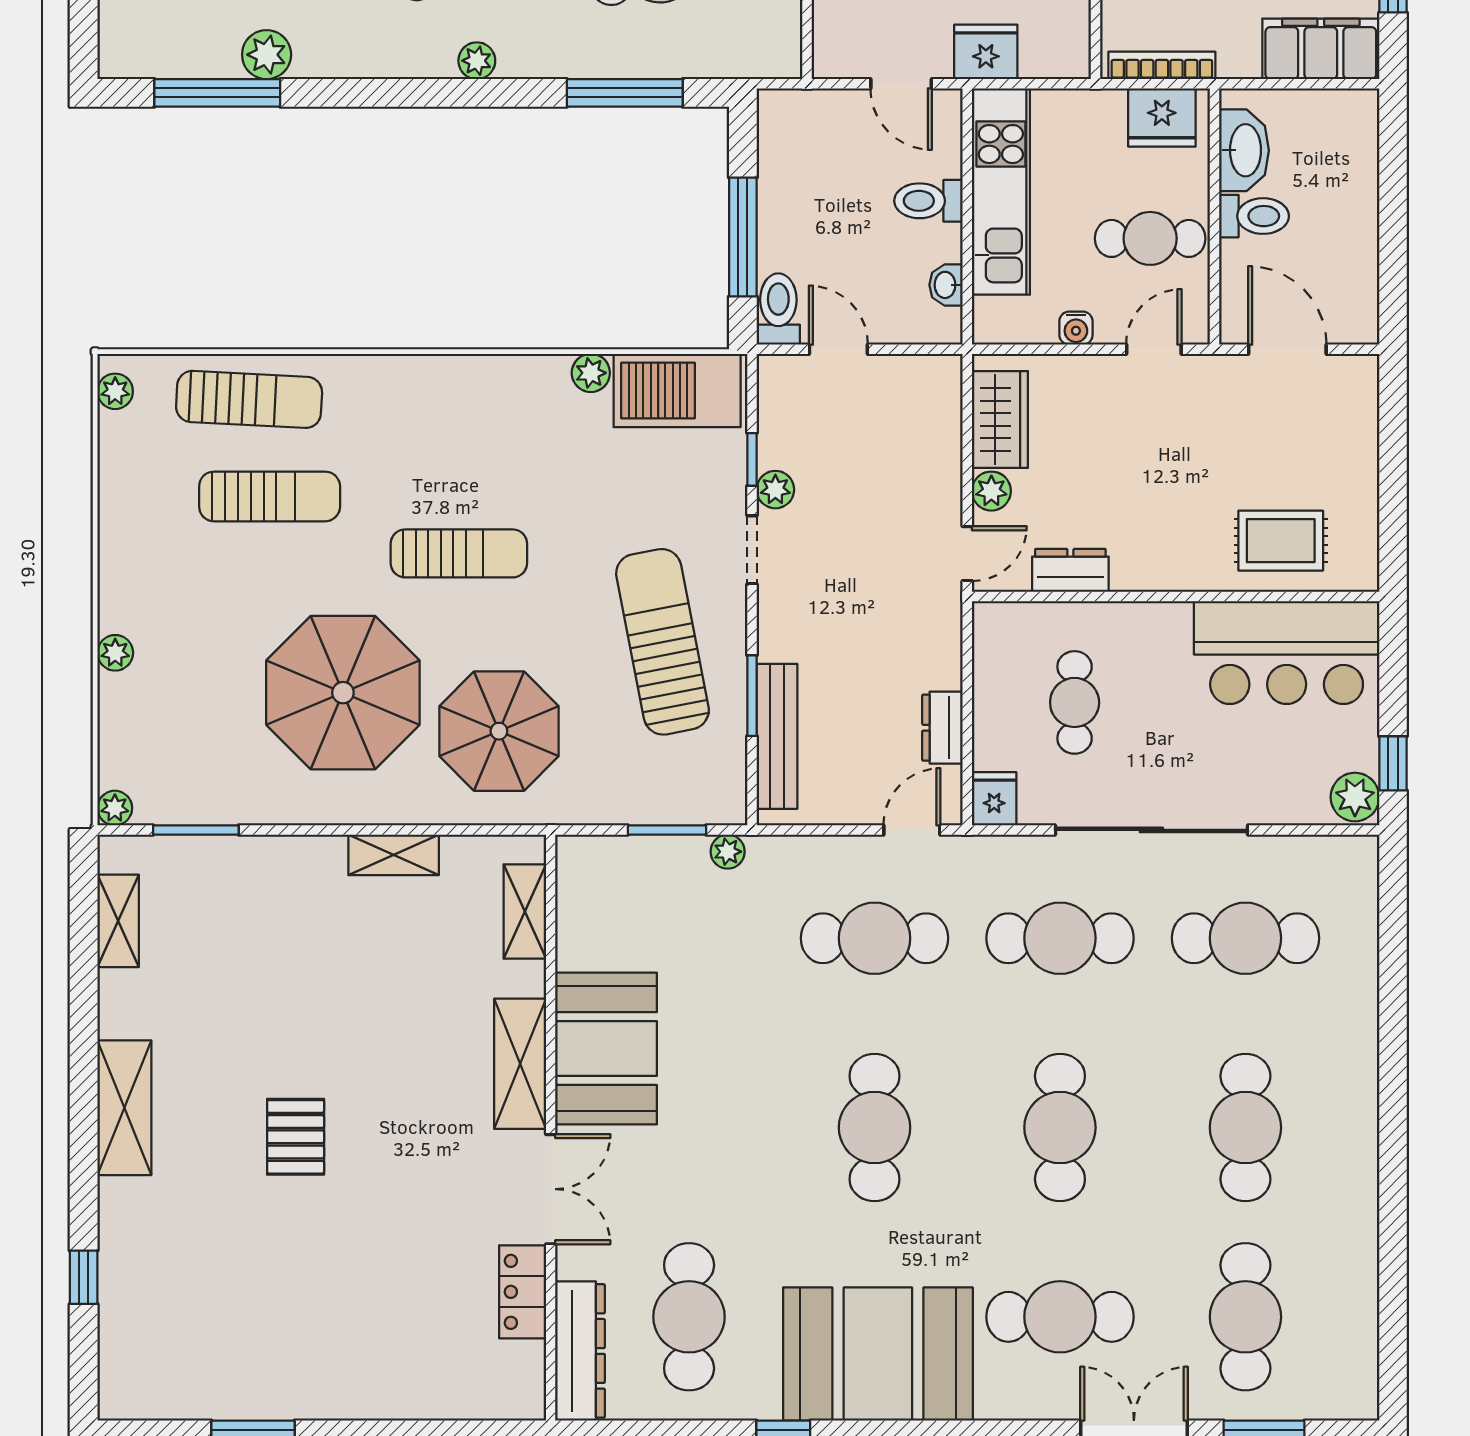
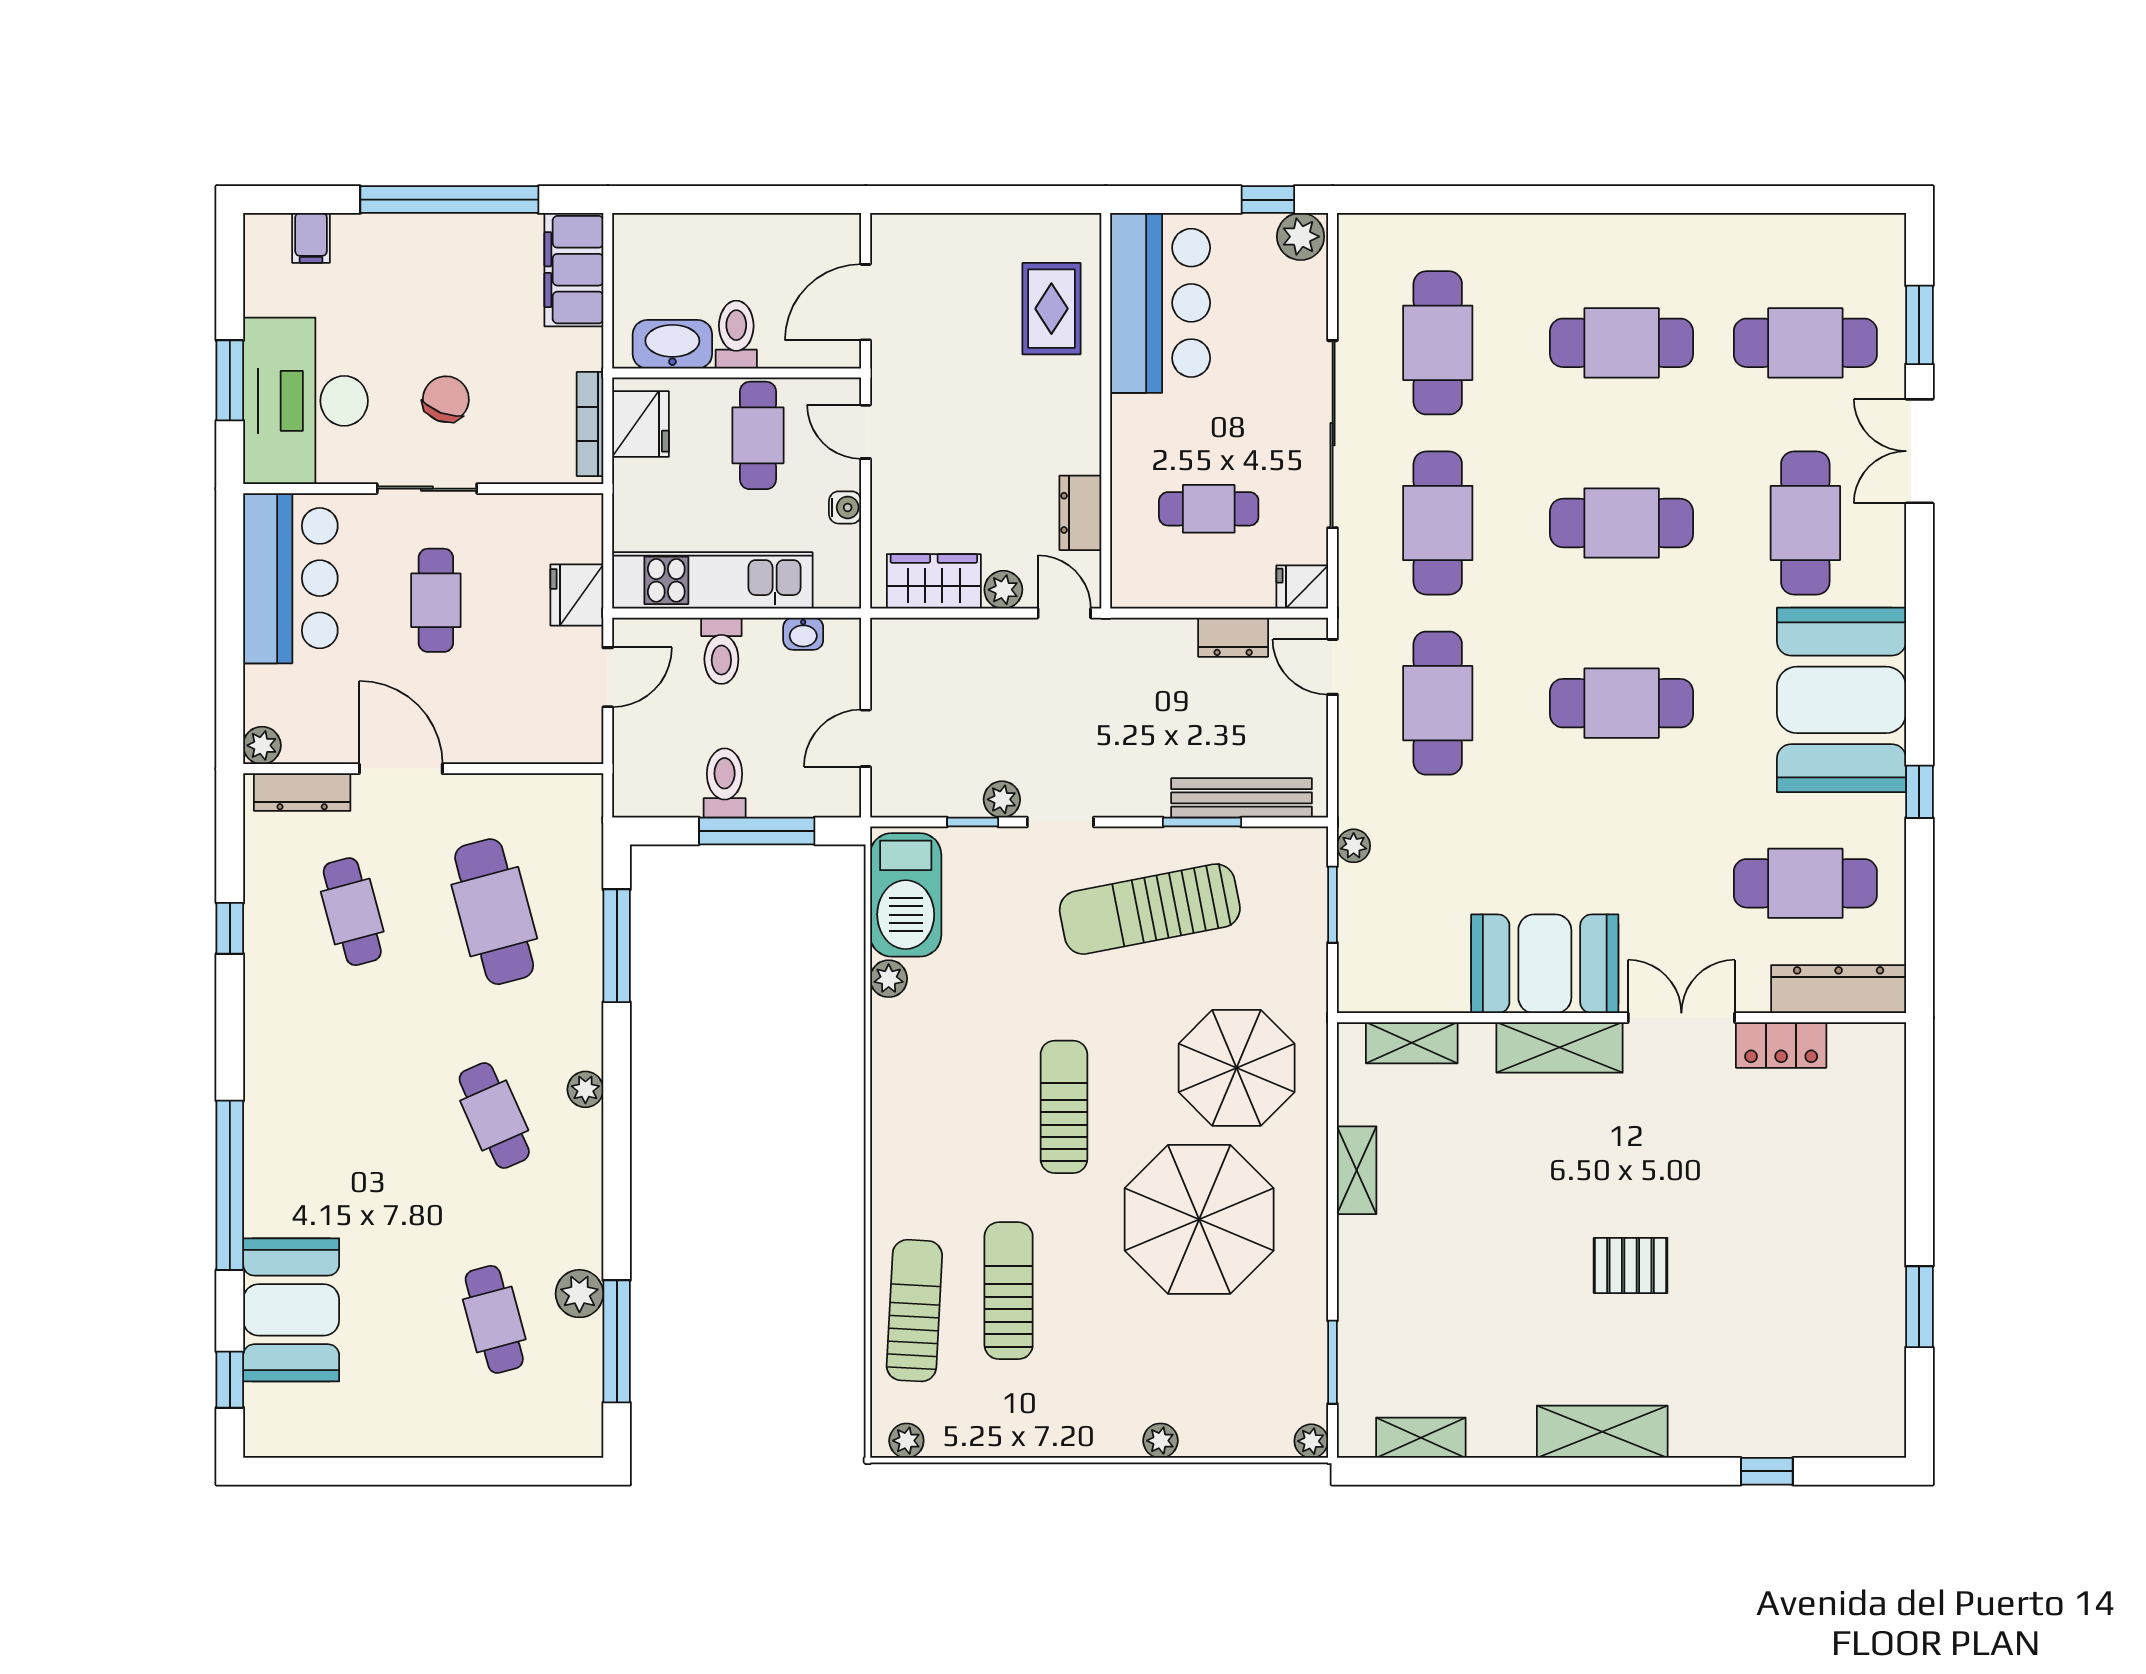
toilet: (778, 309) -> (725, 783), moved, turned 90

